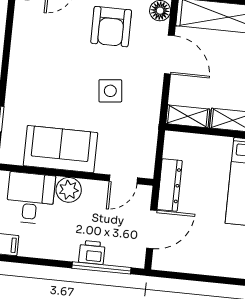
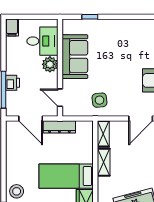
side table: (110, 91) -> (99, 100), moved

